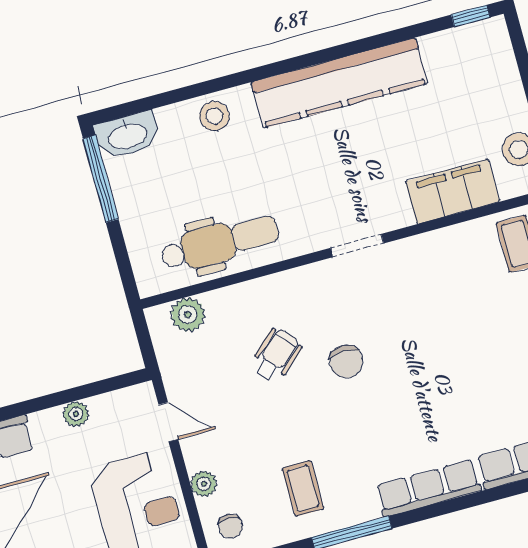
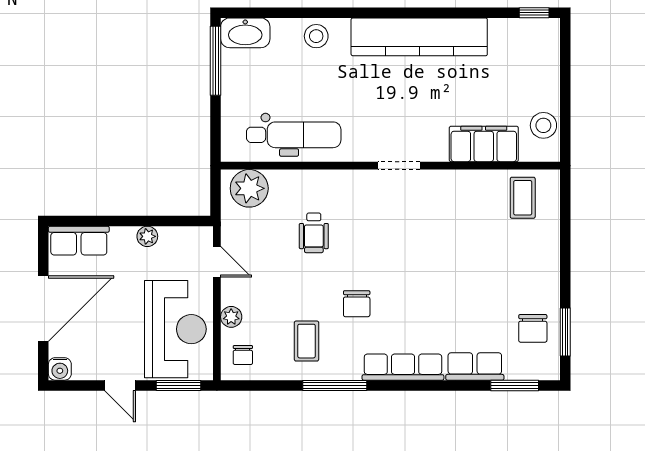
plant: (188, 315) -> (249, 188), width x1.36, depth x1.36
wheelchair: (276, 355) -> (314, 233), turned 132
chair: (346, 361) -> (357, 304), moved

